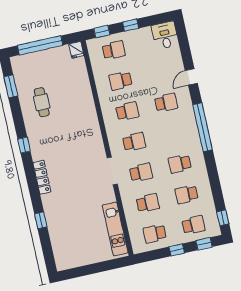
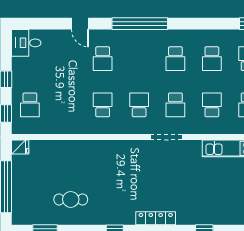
school desk: (114, 50) -> (30, 105), turned 180
school desk: (120, 81) -> (66, 105), removed
school desk: (166, 103) -> (103, 59), turned 180
school desk: (141, 172) -> (175, 105), turned 180

